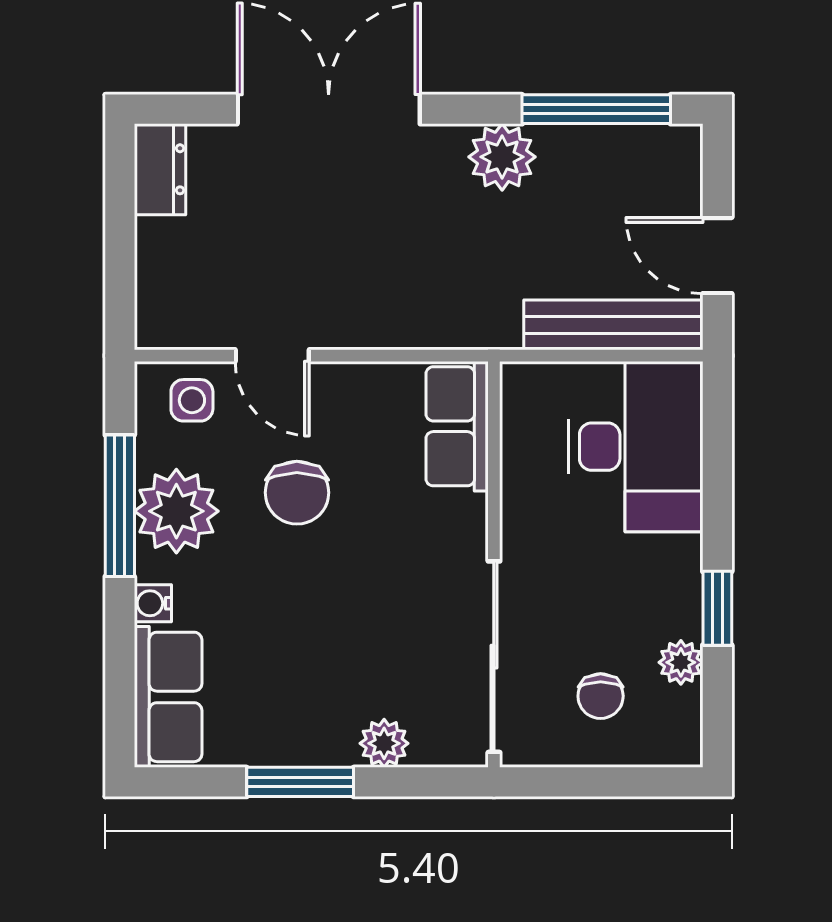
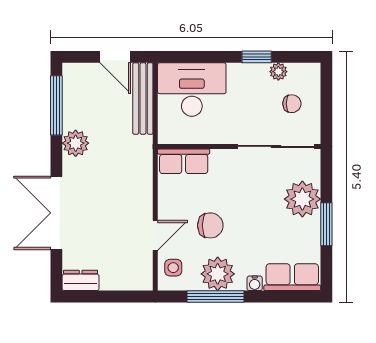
door: (717, 256) -> (115, 57), hinge flipped
plant: (384, 743) -> (302, 199), width x1.88, depth x1.88

